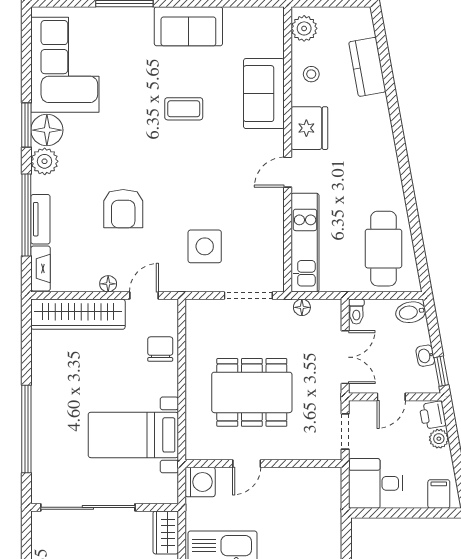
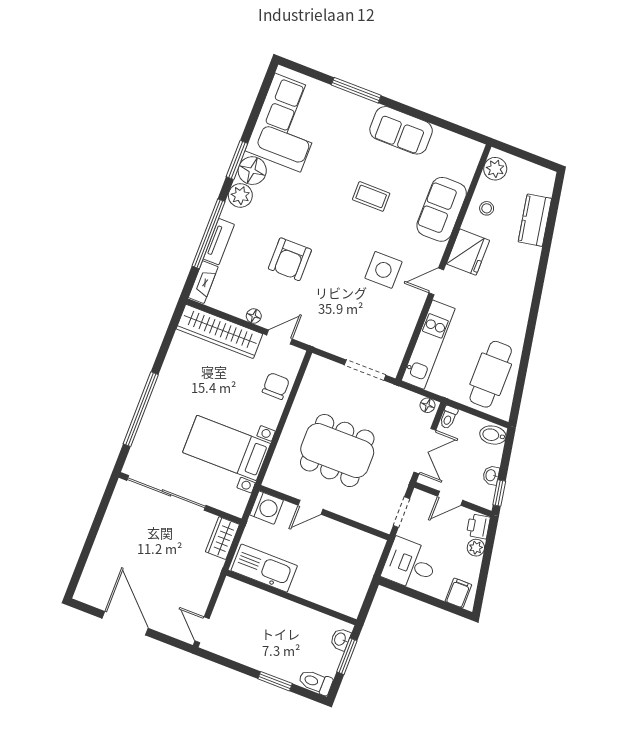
side table: (205, 246) -> (383, 270), moved
floor lamp: (302, 307) -> (427, 405), moved

